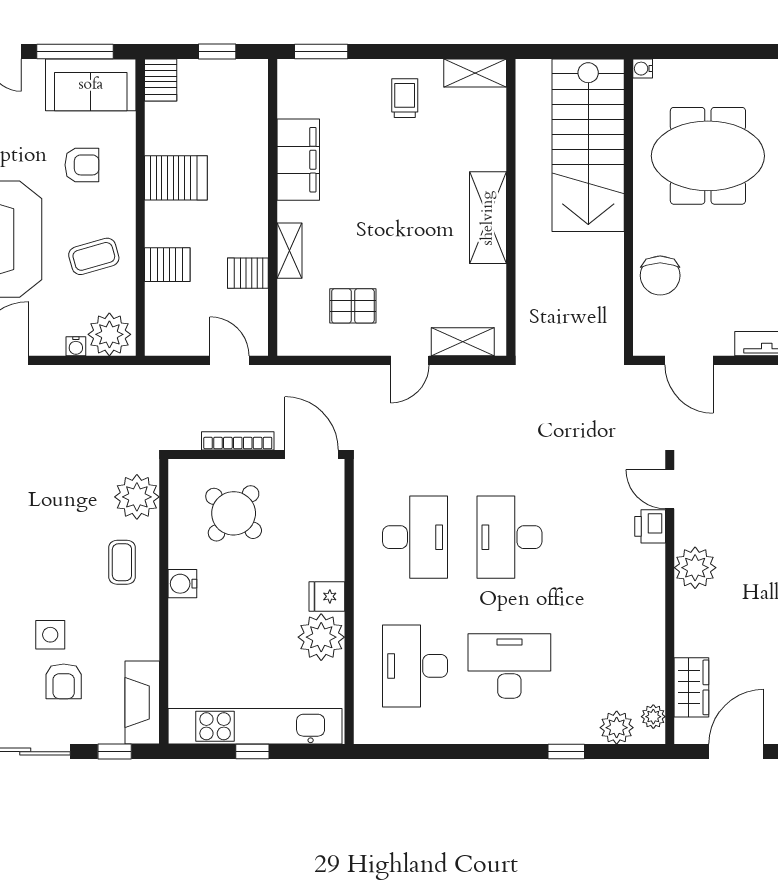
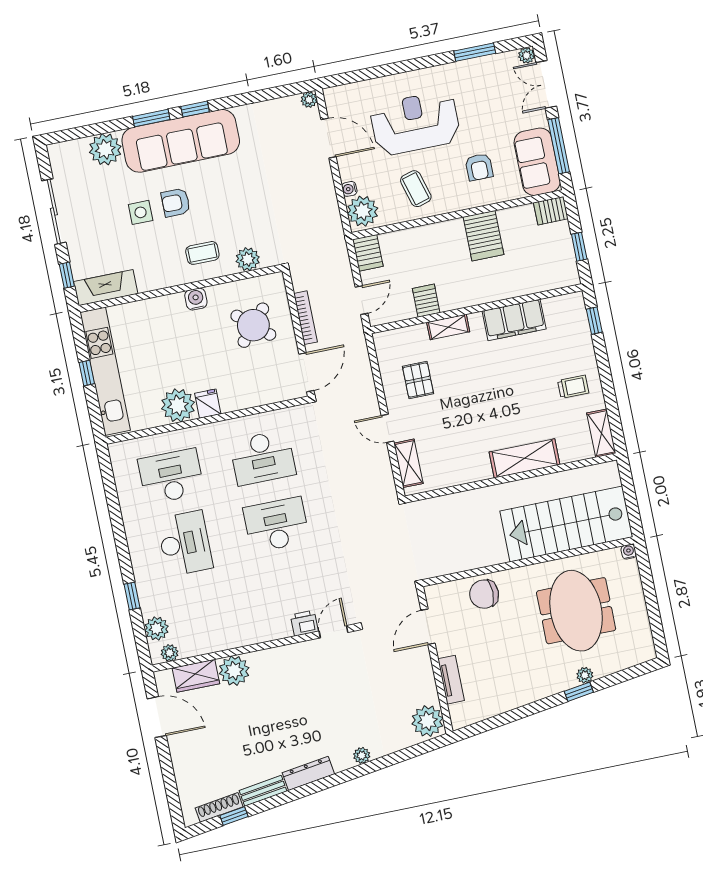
window: (321, 52) -> (594, 321), width x0.67
shelving: (488, 218) -> (525, 458), moved
server rack: (167, 265) -> (368, 253), moved
plant: (137, 497) -> (248, 259), width x0.73, depth x0.73
plant: (695, 568) -> (234, 671), moved
armchair: (64, 681) -> (176, 203), moved

